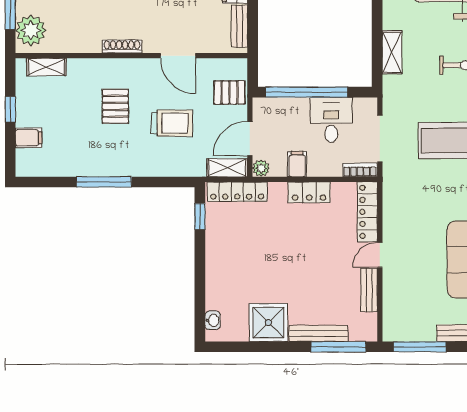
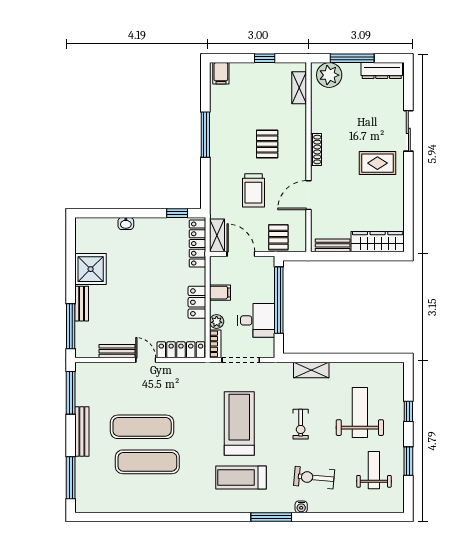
pallet: (115, 106) -> (267, 144), turned 90
filing cabinet: (29, 138) -> (221, 73), moved
plant: (261, 168) -> (217, 321), moved
washbasin: (213, 320) -> (126, 223), moved
bench: (318, 333) -> (82, 304), width x0.73

